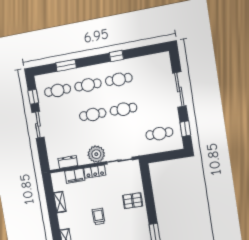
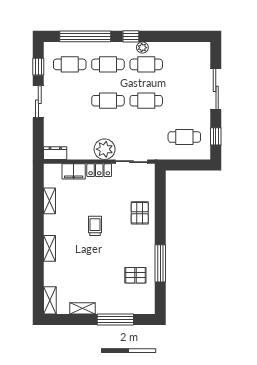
window: (116, 56) -> (131, 36), moved
window: (66, 65) -> (85, 36), width x2.11
plant: (114, 66) -> (142, 48), added
dresser: (68, 162) -> (55, 153), moved
pallet: (133, 201) -> (140, 213), turned 90

